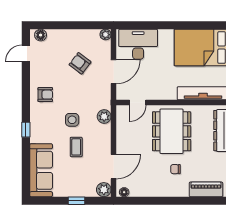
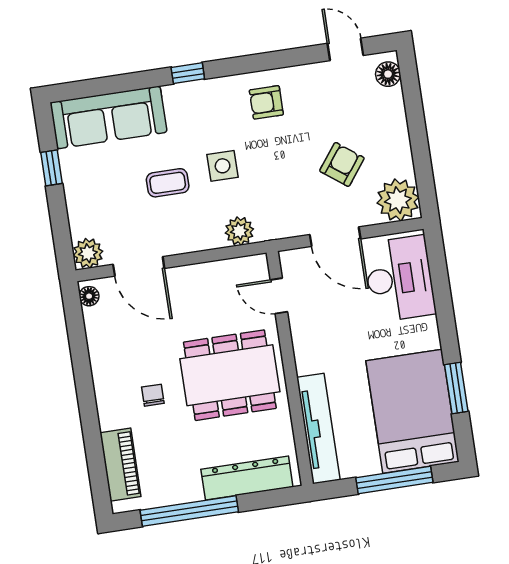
window: (194, 25) -> (456, 388), added
plant: (106, 35) -> (398, 200), width x1.88, depth x1.88
armchair: (45, 95) -> (266, 102), turned 90
window: (76, 201) -> (51, 168), moved

